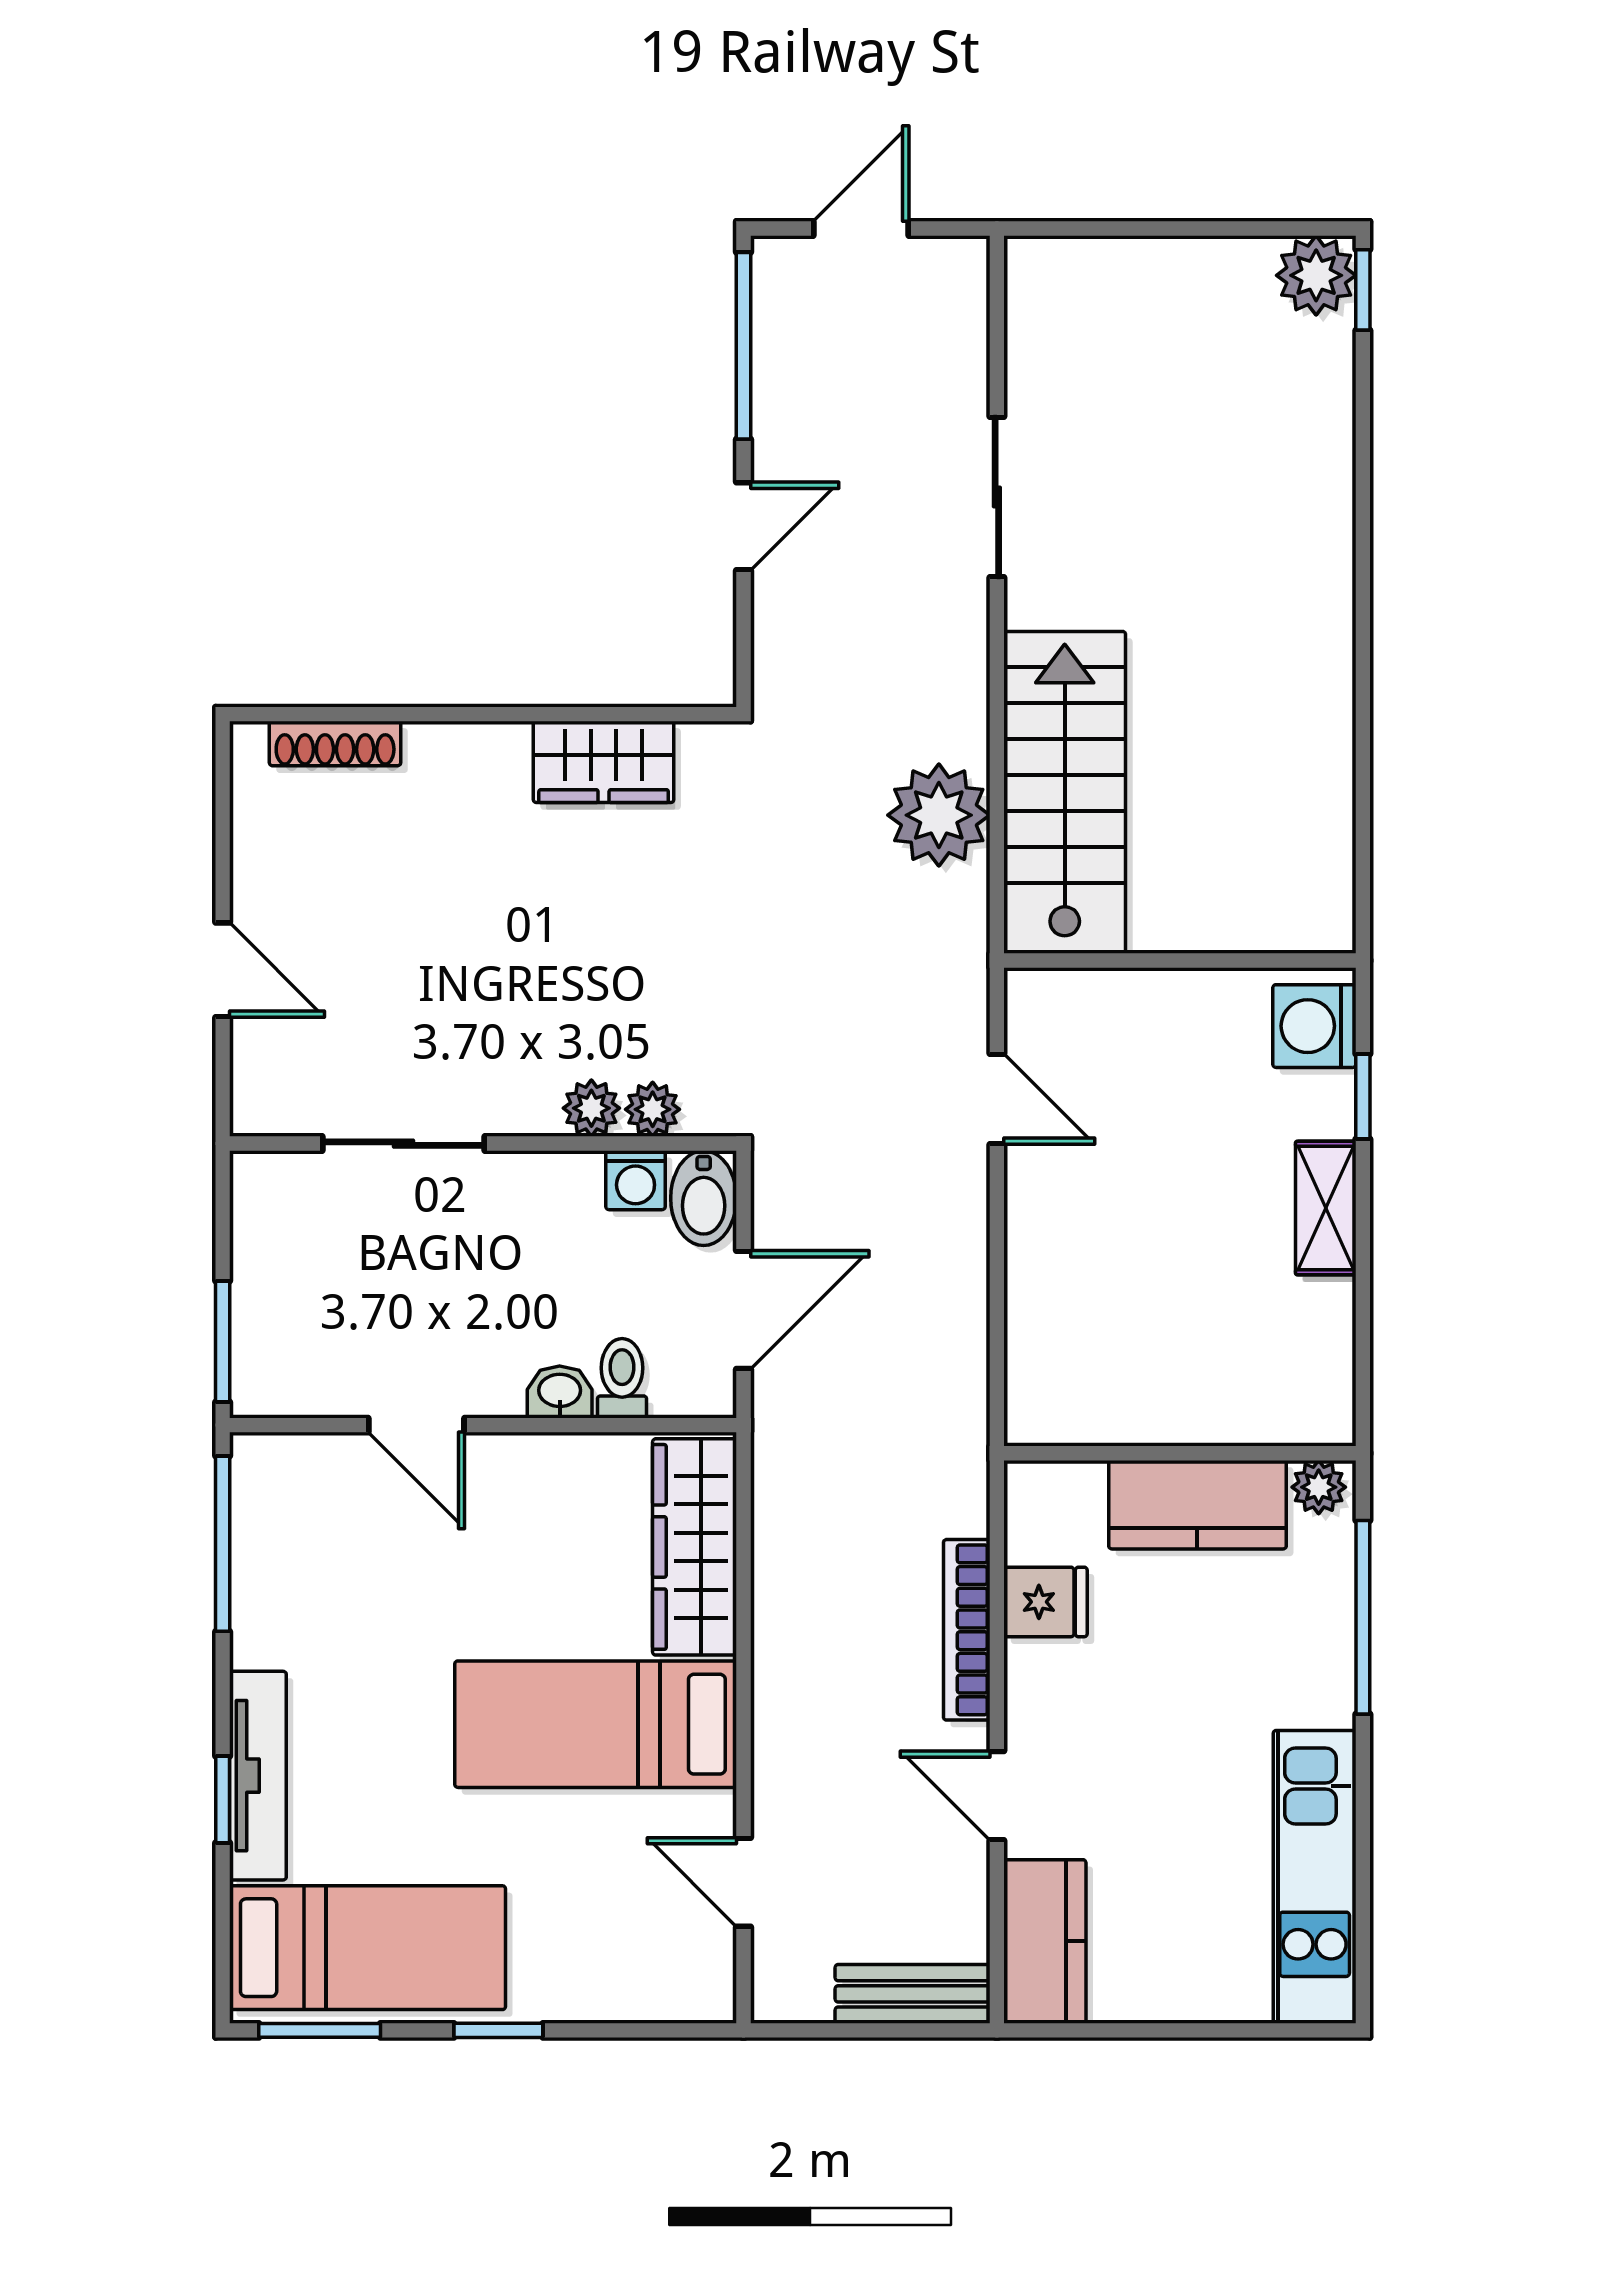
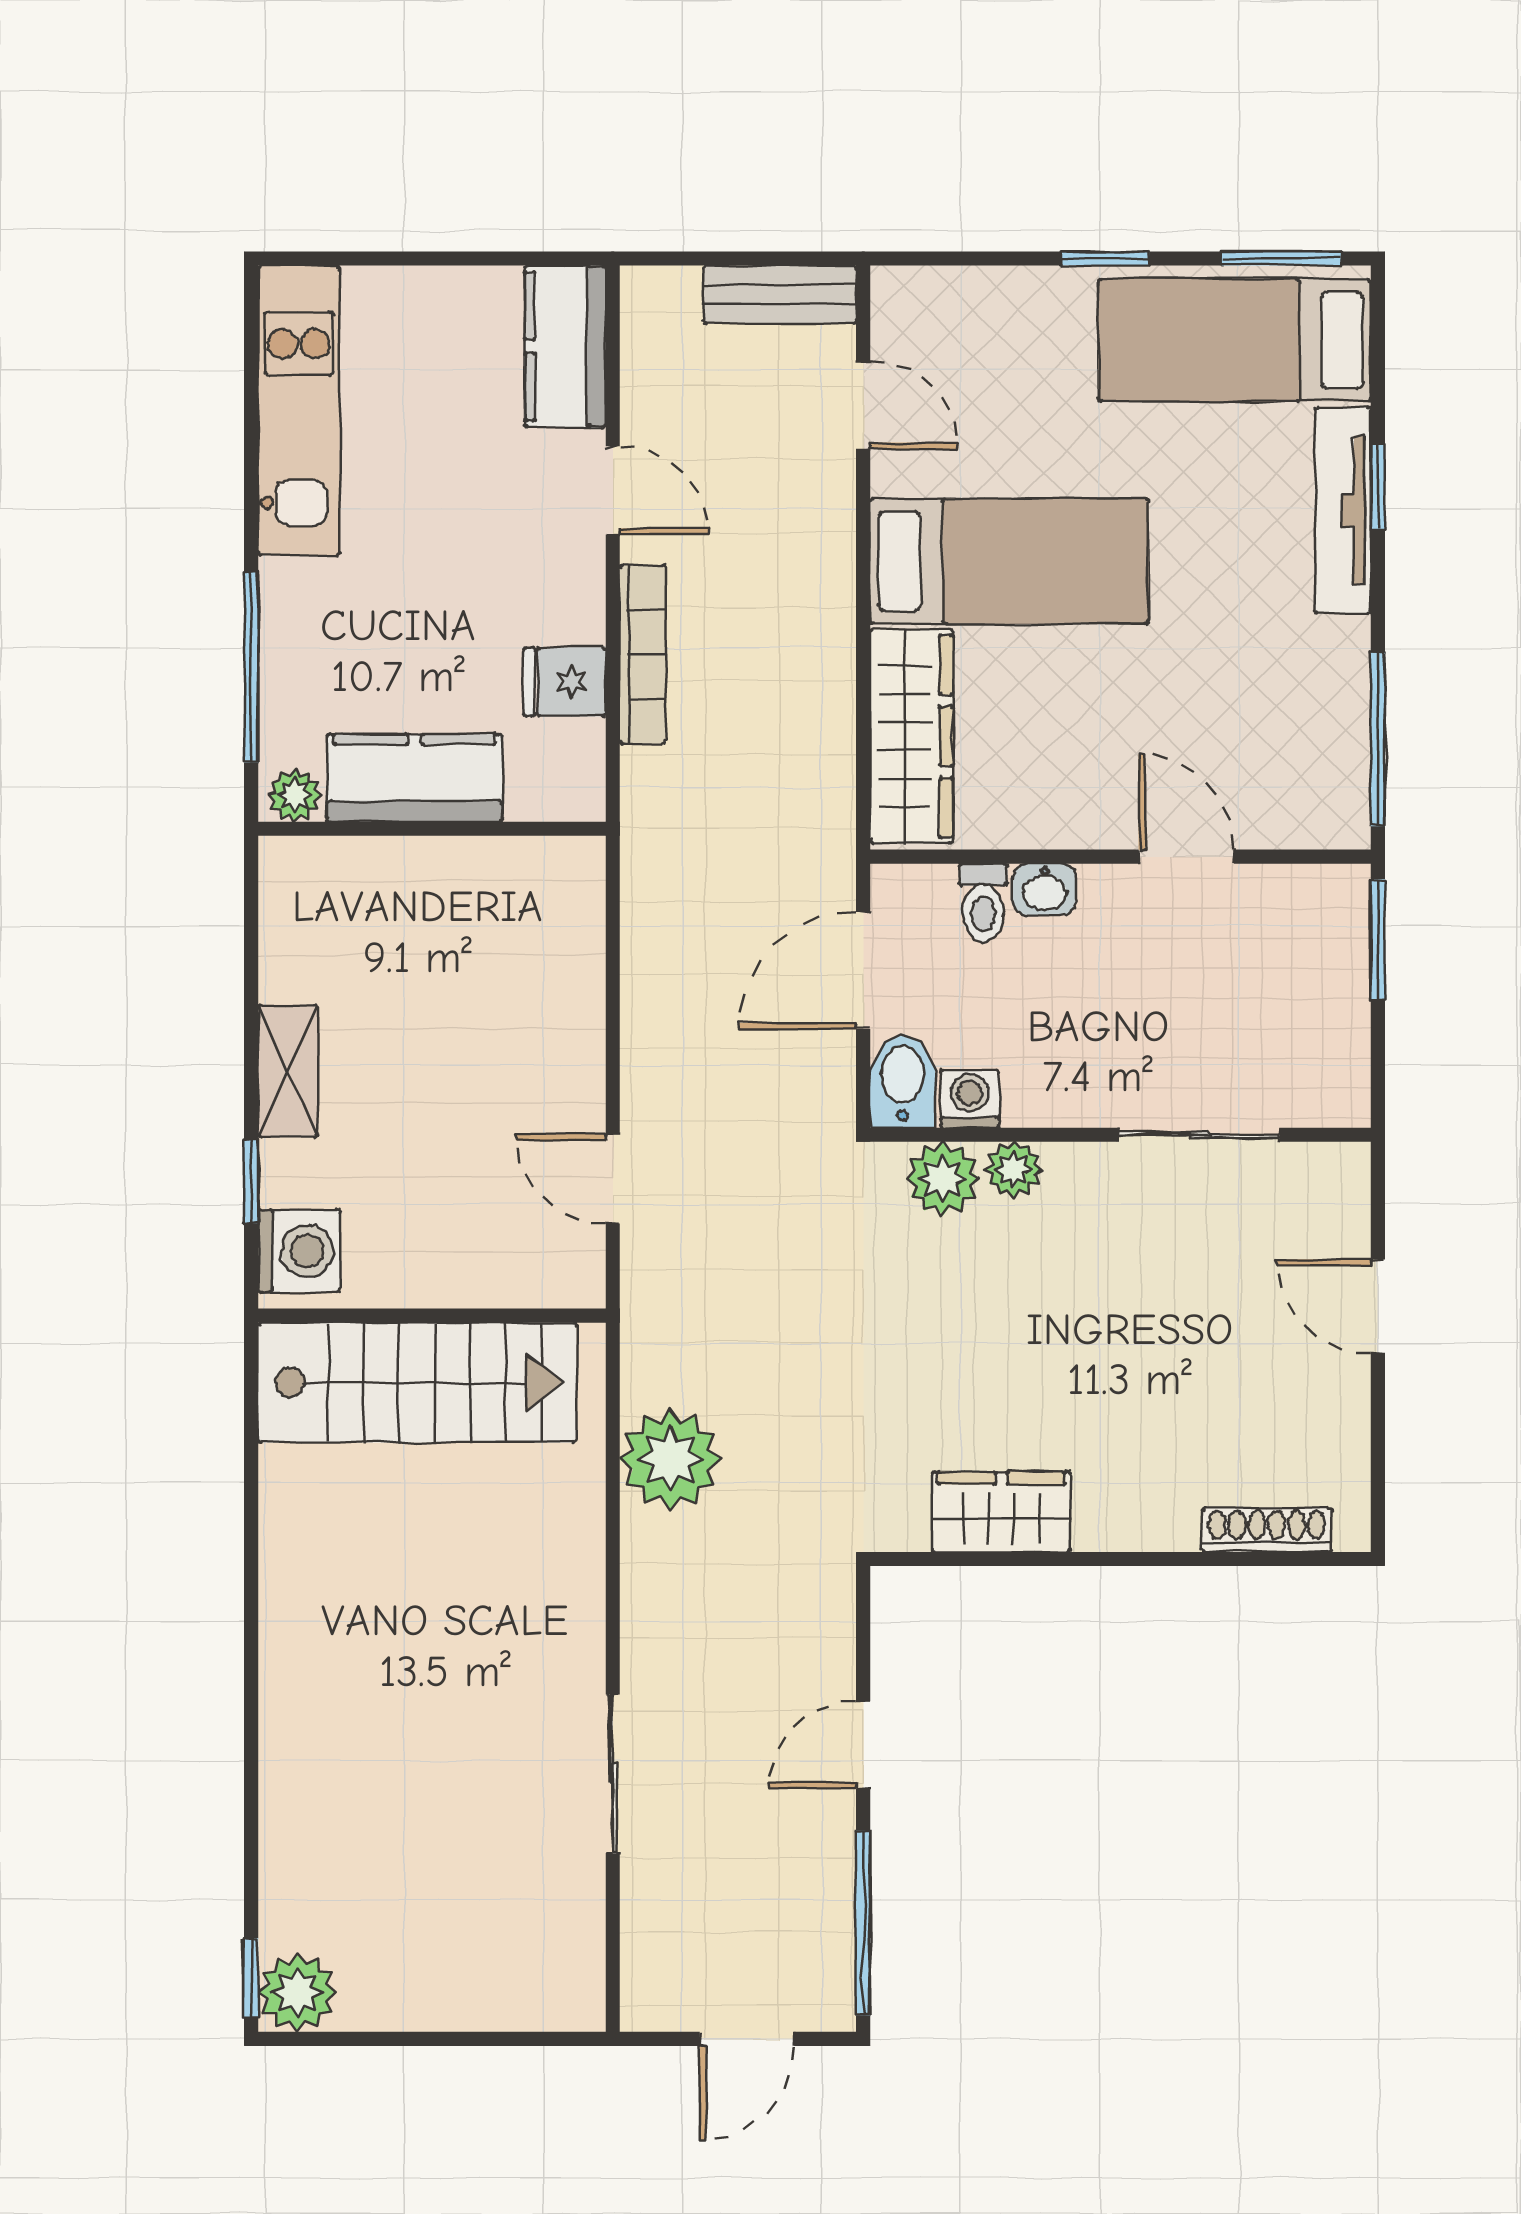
stairs: (1065, 792) -> (417, 1383), moved, turned -90
plant: (653, 1109) -> (943, 1179), width x1.38, depth x1.38
bench: (913, 1994) -> (780, 295), moved

